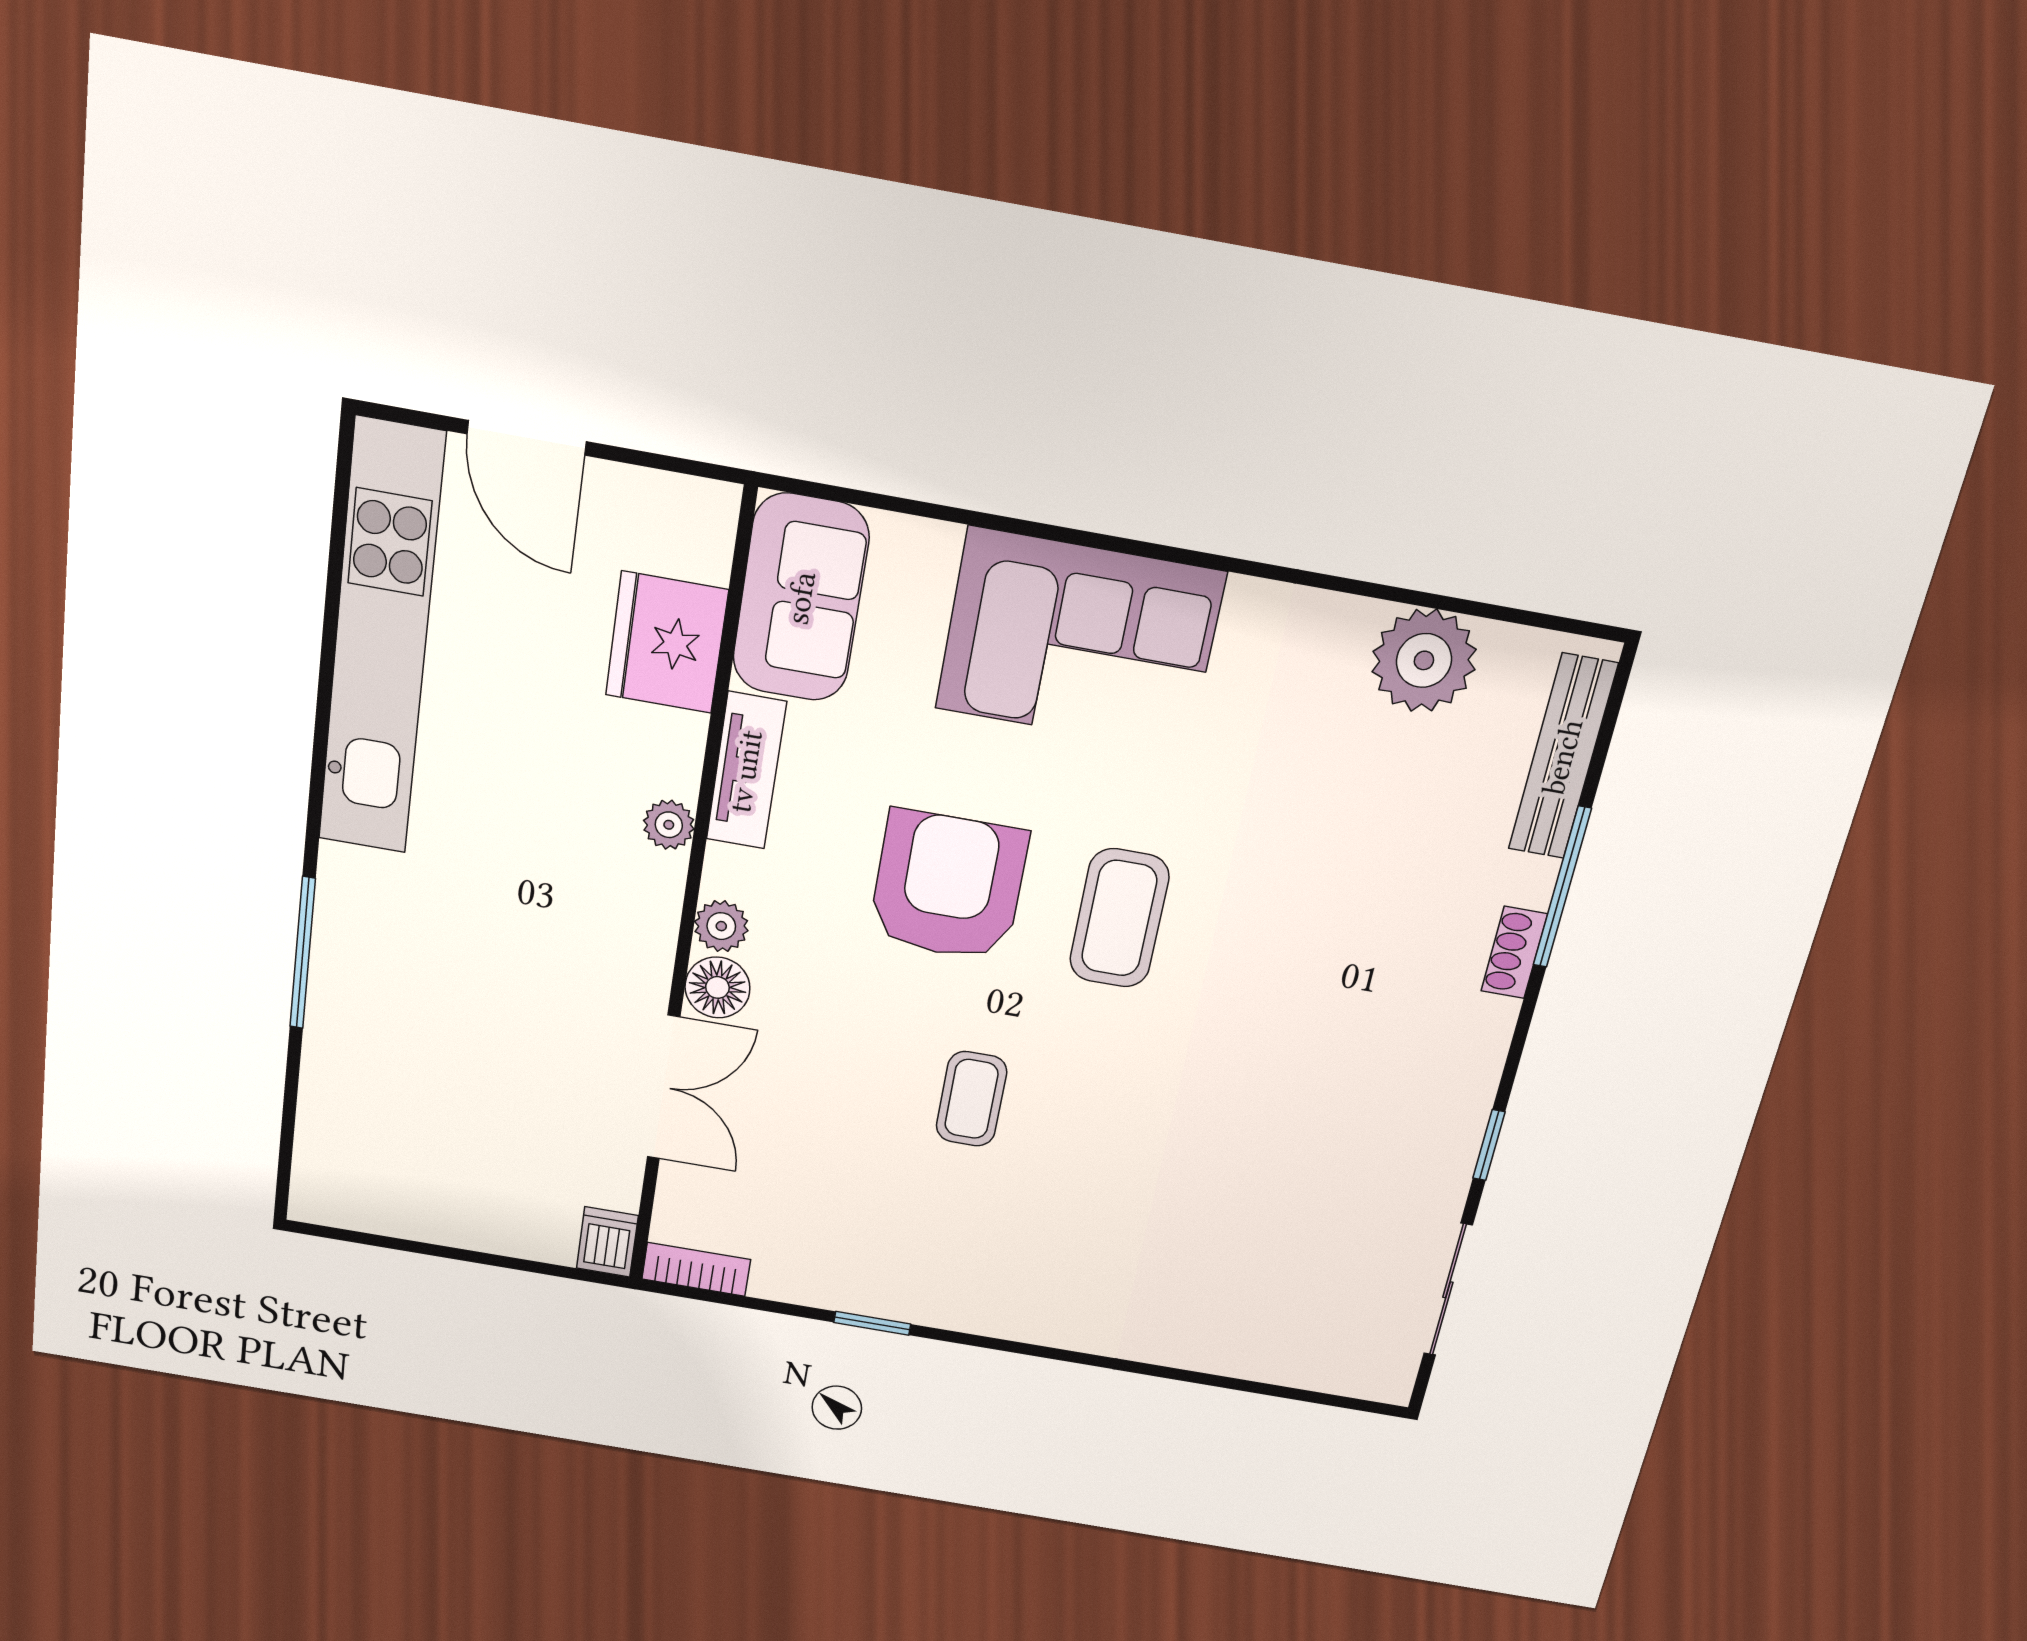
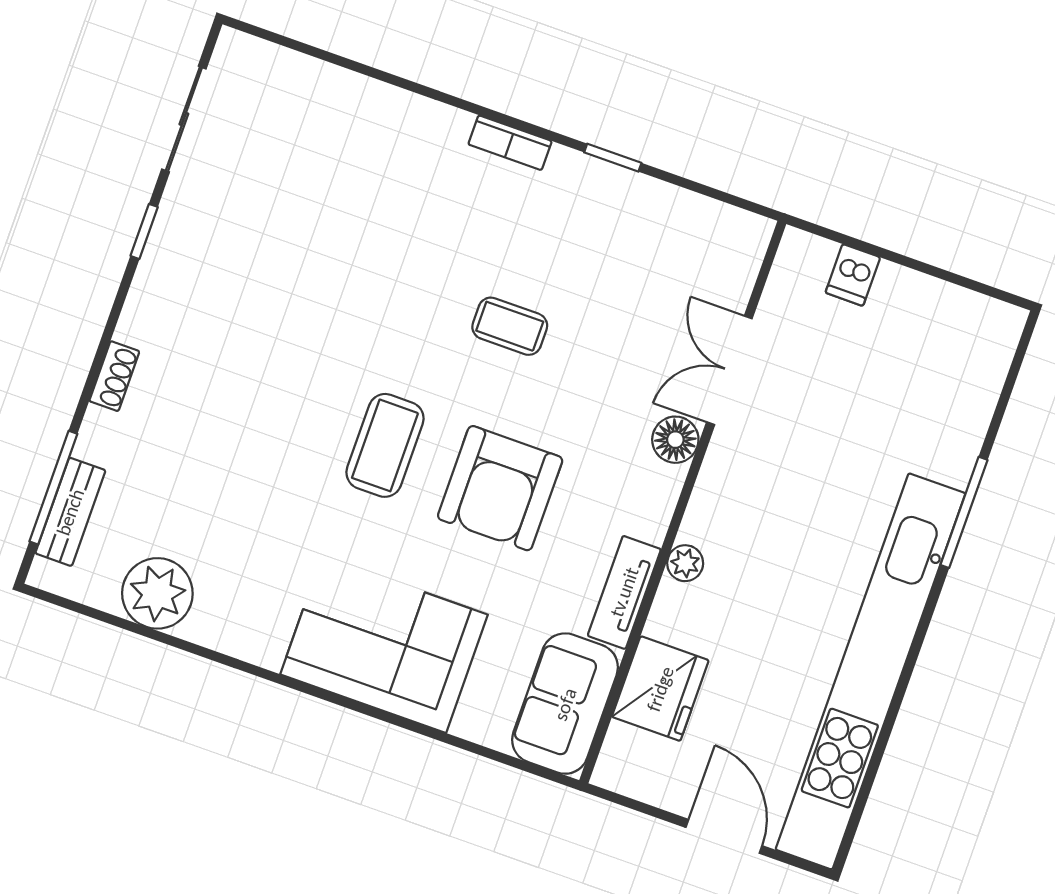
kitchen unit: (381, 641) -> (870, 671), width x1.36
bench: (1563, 757) -> (70, 512), width x0.73
window: (1562, 887) -> (53, 488), moved
plant: (721, 926) -> (664, 484), removed
coffee table: (971, 1099) -> (510, 326), turned 90
dishwasher: (607, 1242) -> (853, 275), moved
bookcase: (696, 1269) -> (510, 143), moved

